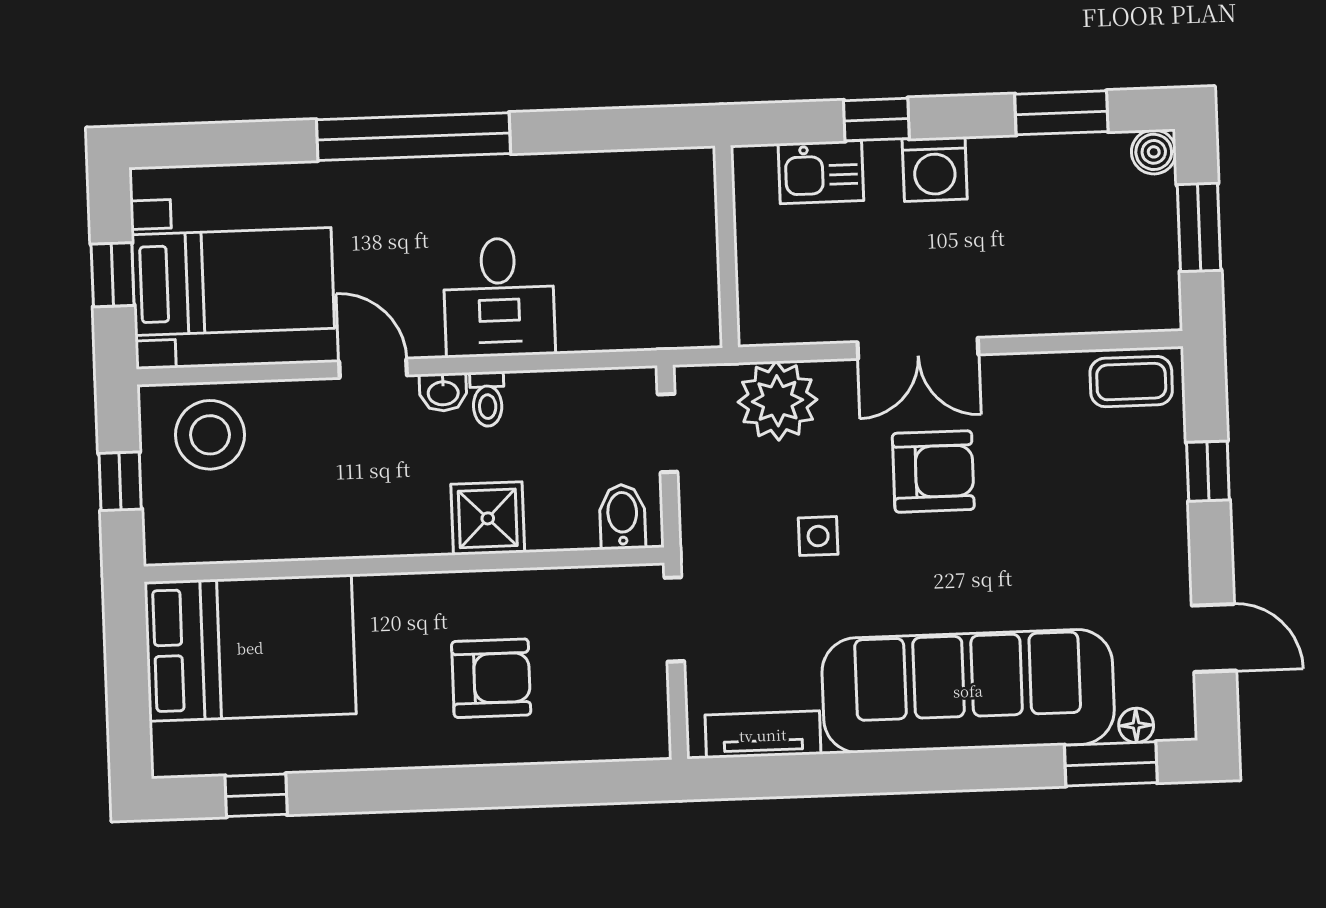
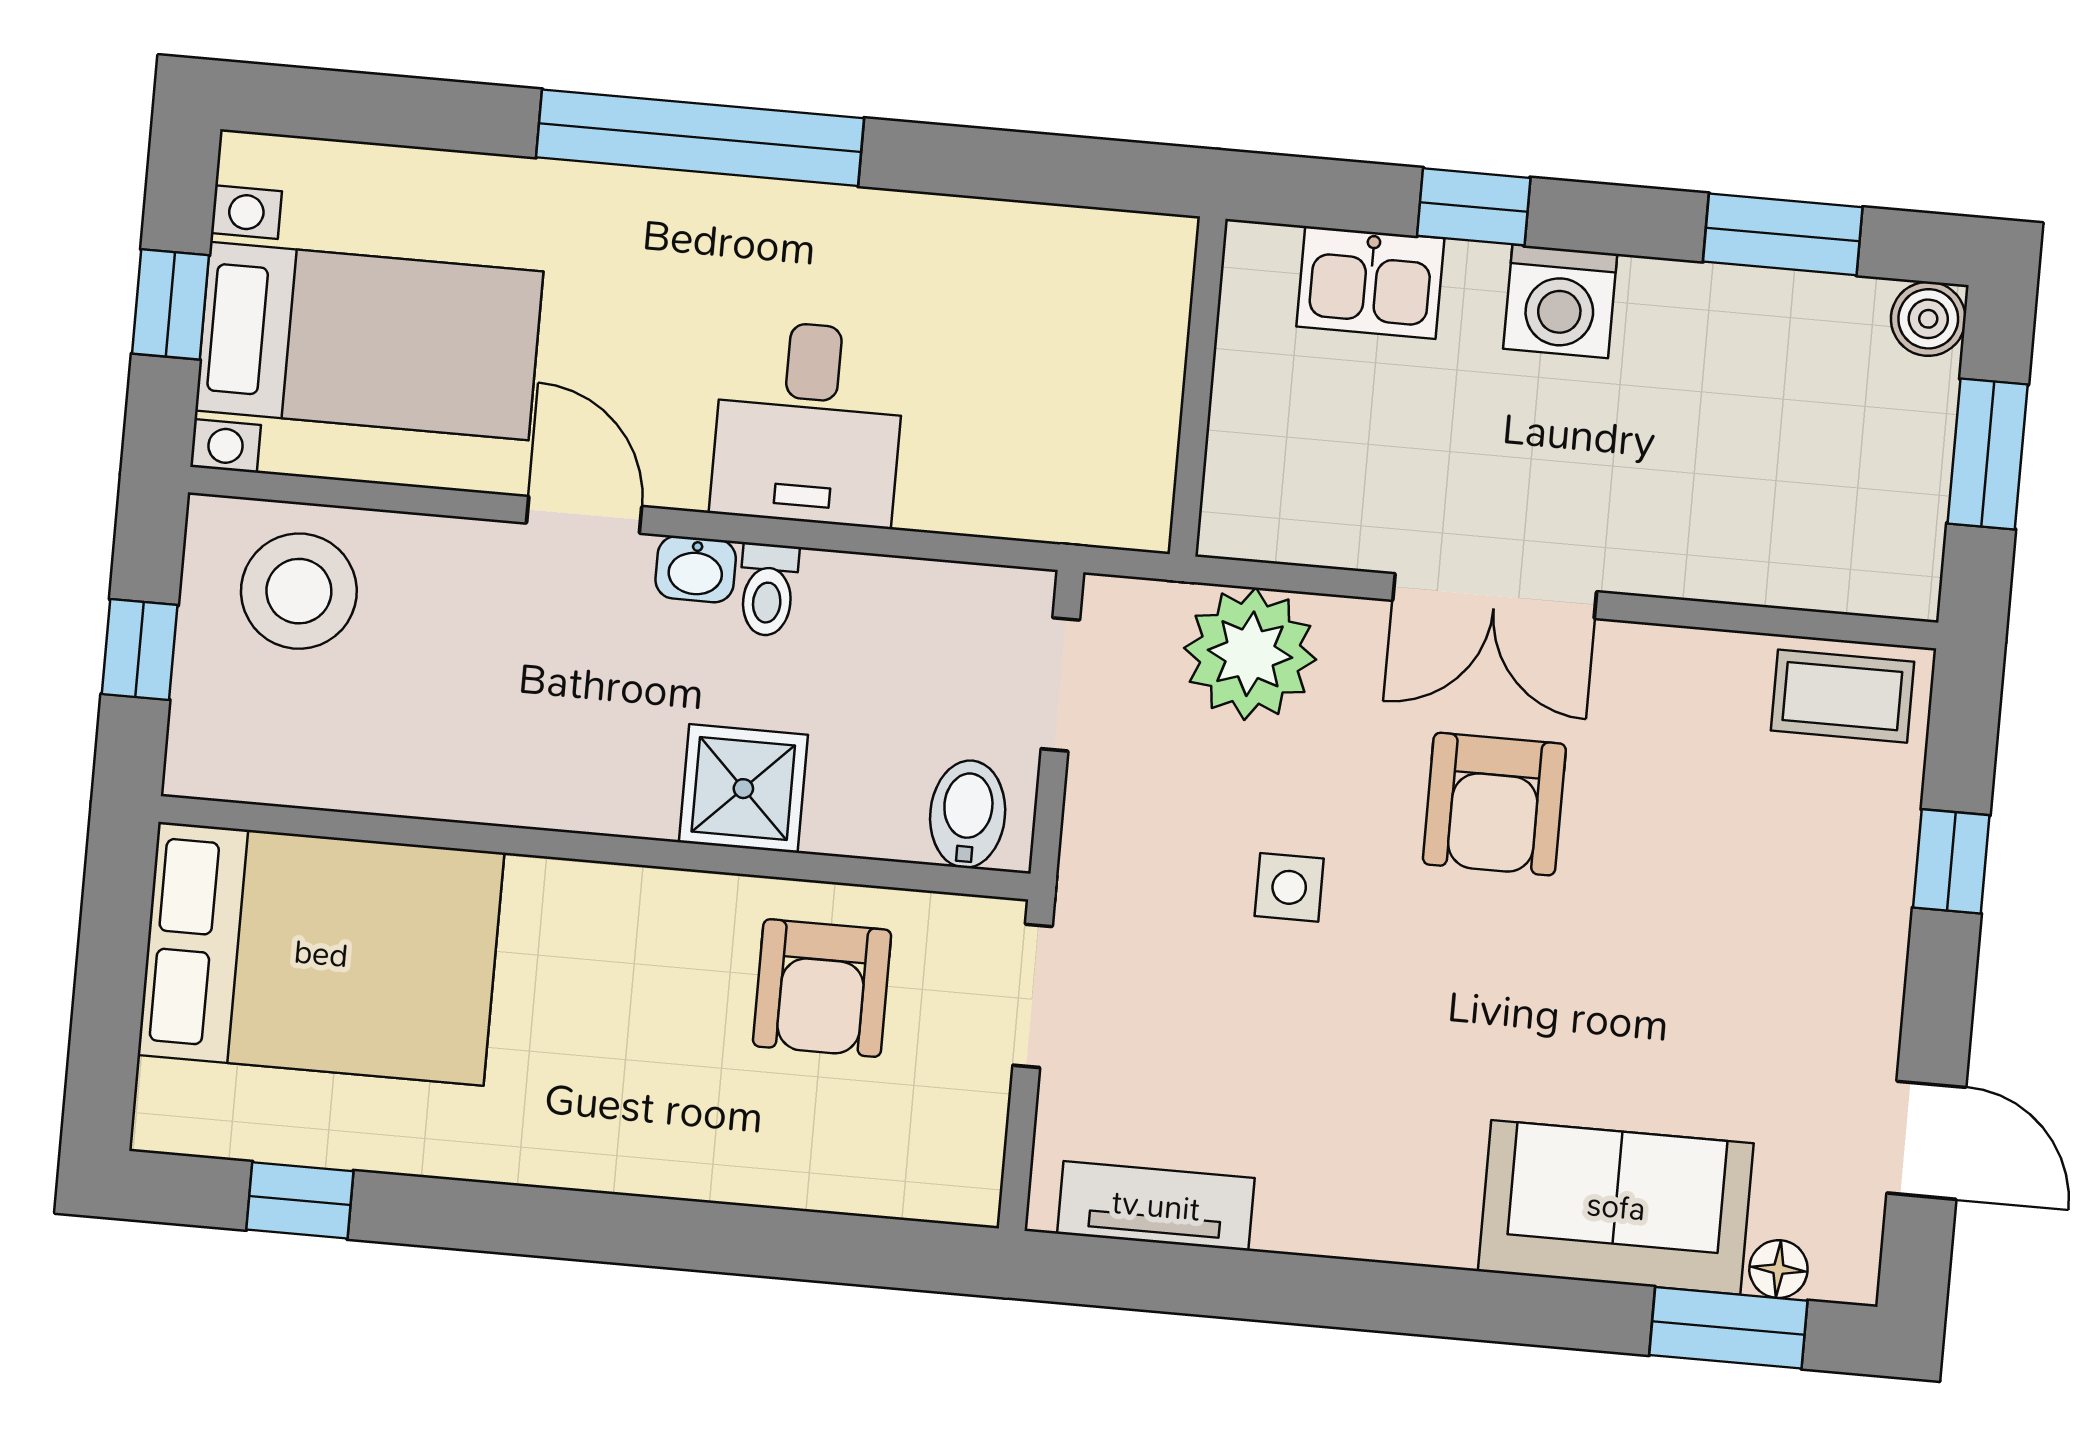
armchair: (933, 471) -> (1494, 804), turned 90
armchair: (491, 678) -> (822, 988), moved, turned 90
sofa: (968, 691) -> (1616, 1207), width x0.54, depth x0.79

